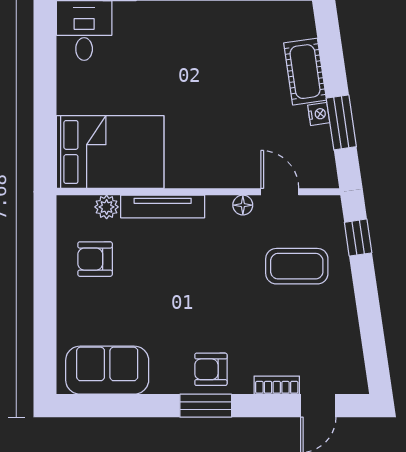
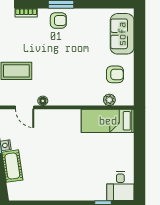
bed: (110, 152) -> (108, 121), width x0.67
tv unit: (163, 207) -> (82, 100), removed
sofa: (107, 370) -> (122, 34), moved, turned 90

